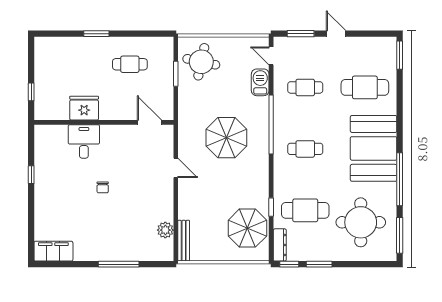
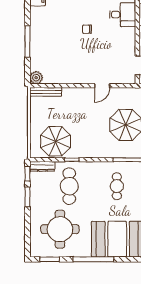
plant: (165, 230) -> (36, 78), moved
window: (400, 235) -> (50, 259), width x0.69

